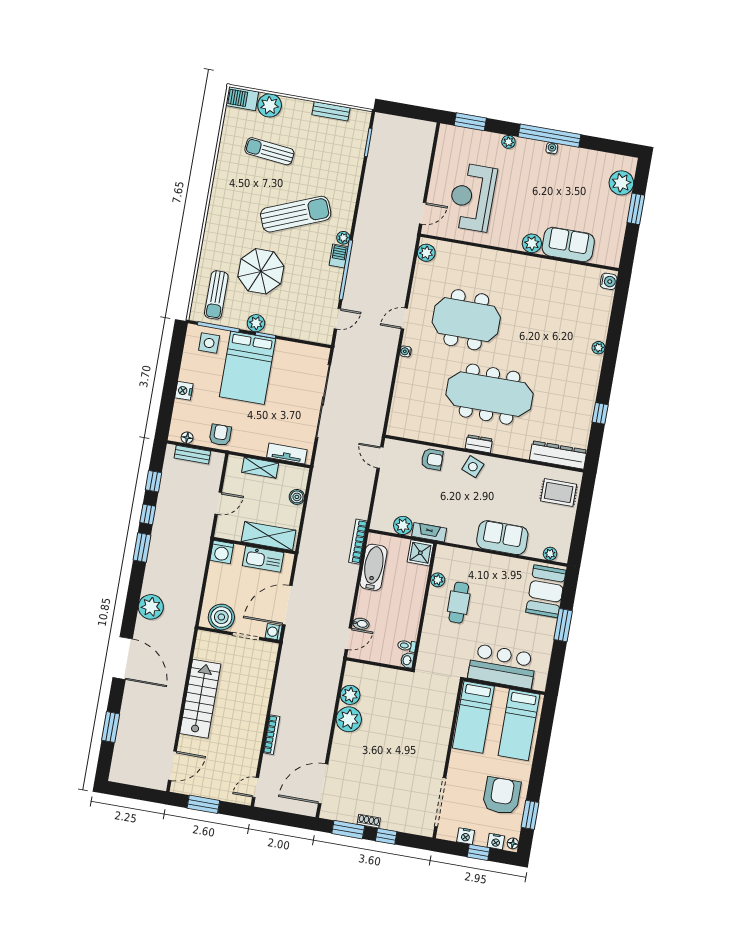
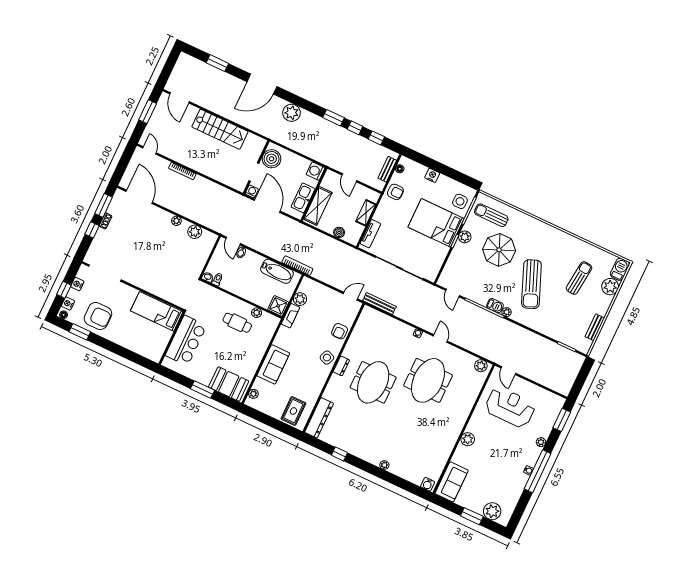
sofa: (568, 244) -> (452, 482), moved
meeting table: (490, 394) -> (373, 382), width x0.73
bench: (379, 415) -> (379, 303), added
plant: (349, 719) -> (176, 221), width x0.53, depth x0.53
bed: (519, 725) -> (143, 341), removed

